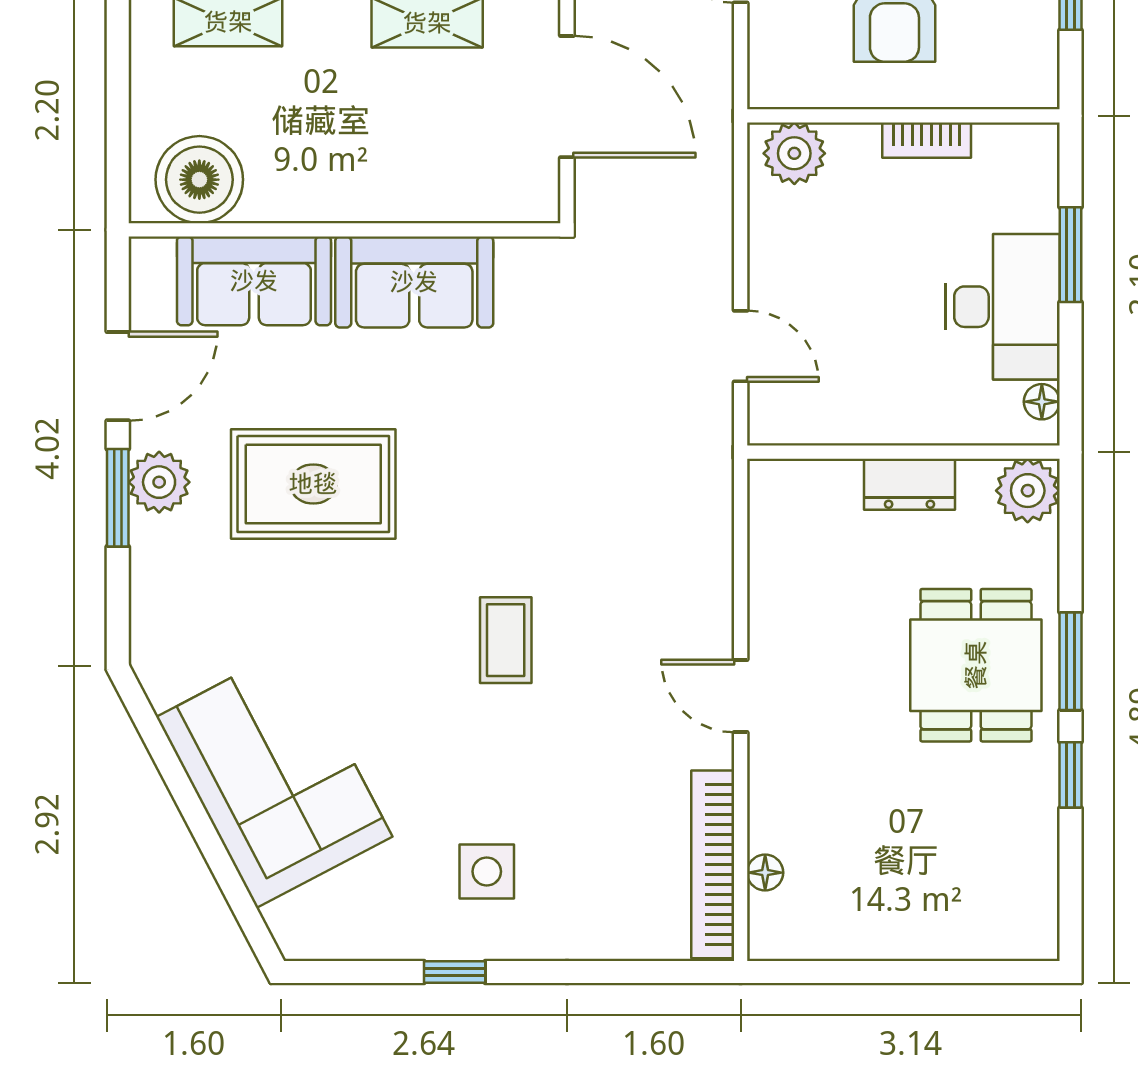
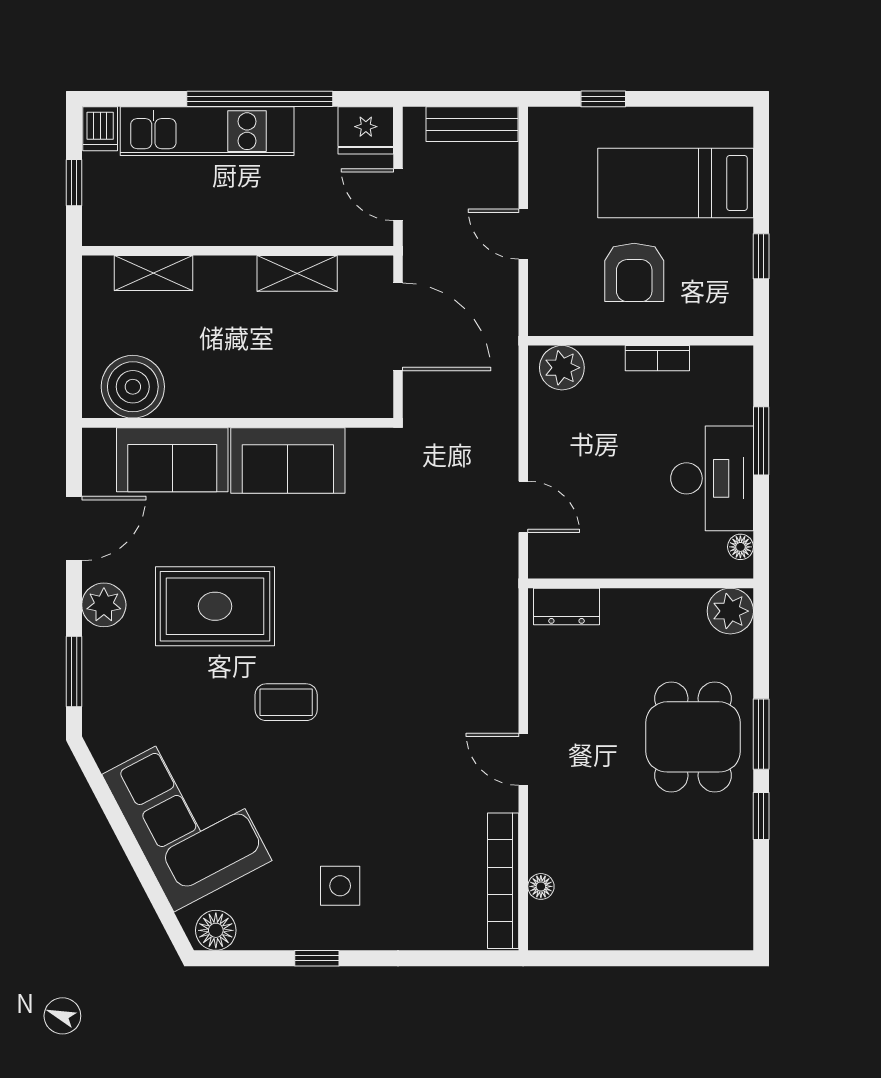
dresser: (909, 484) -> (566, 606), moved
window: (118, 498) -> (74, 672), moved
coffee table: (506, 640) -> (286, 702), moved, turned 90
floor lamp: (314, 933) -> (216, 930), added

